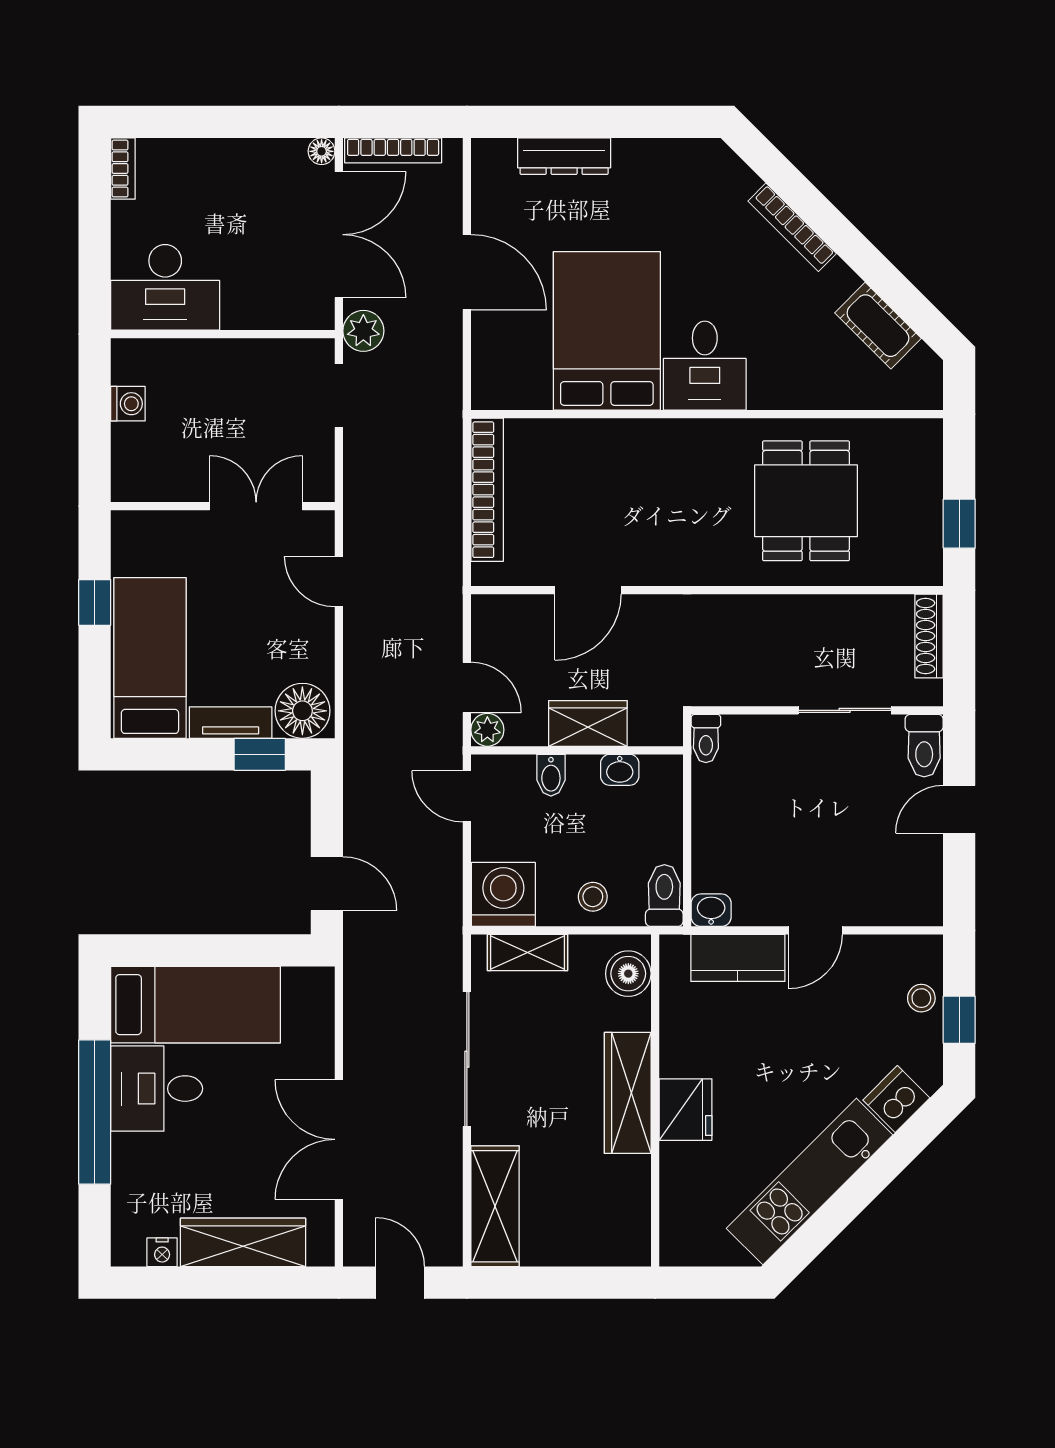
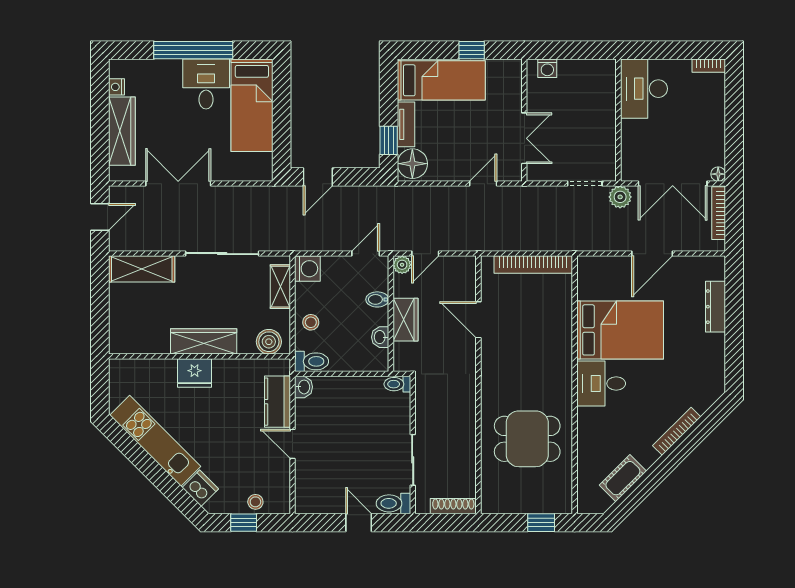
washing machine: (128, 404) -> (547, 68), moved
window: (959, 524) -> (541, 523), moved
washing machine: (503, 894) -> (307, 269), width x0.73, depth x0.73

